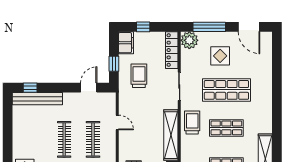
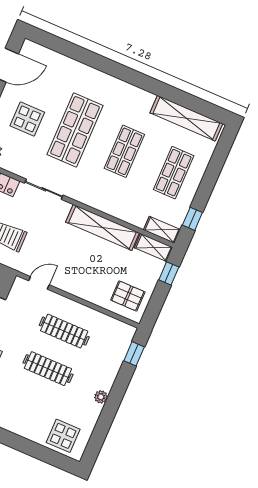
door: (117, 122) -> (39, 283), moved
trolley: (192, 122) -> (98, 193), removed

